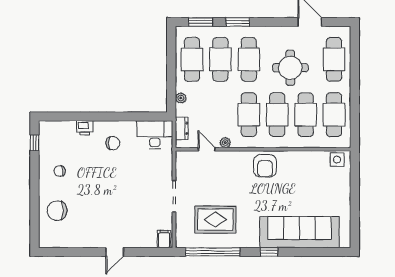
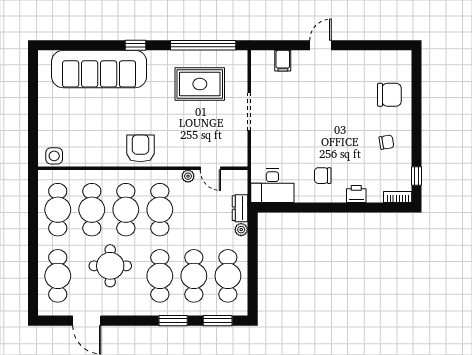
bookcase: (50, 125) -> (398, 197), added
dresser: (182, 128) -> (240, 208), moved
filing cabinet: (164, 239) -> (283, 61), moved

